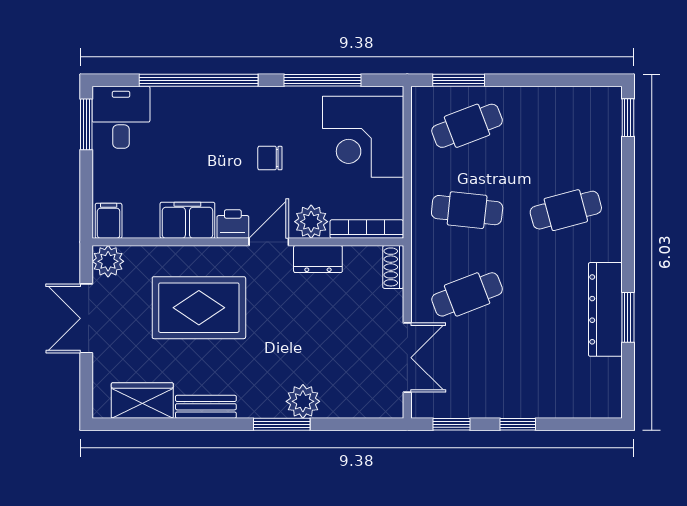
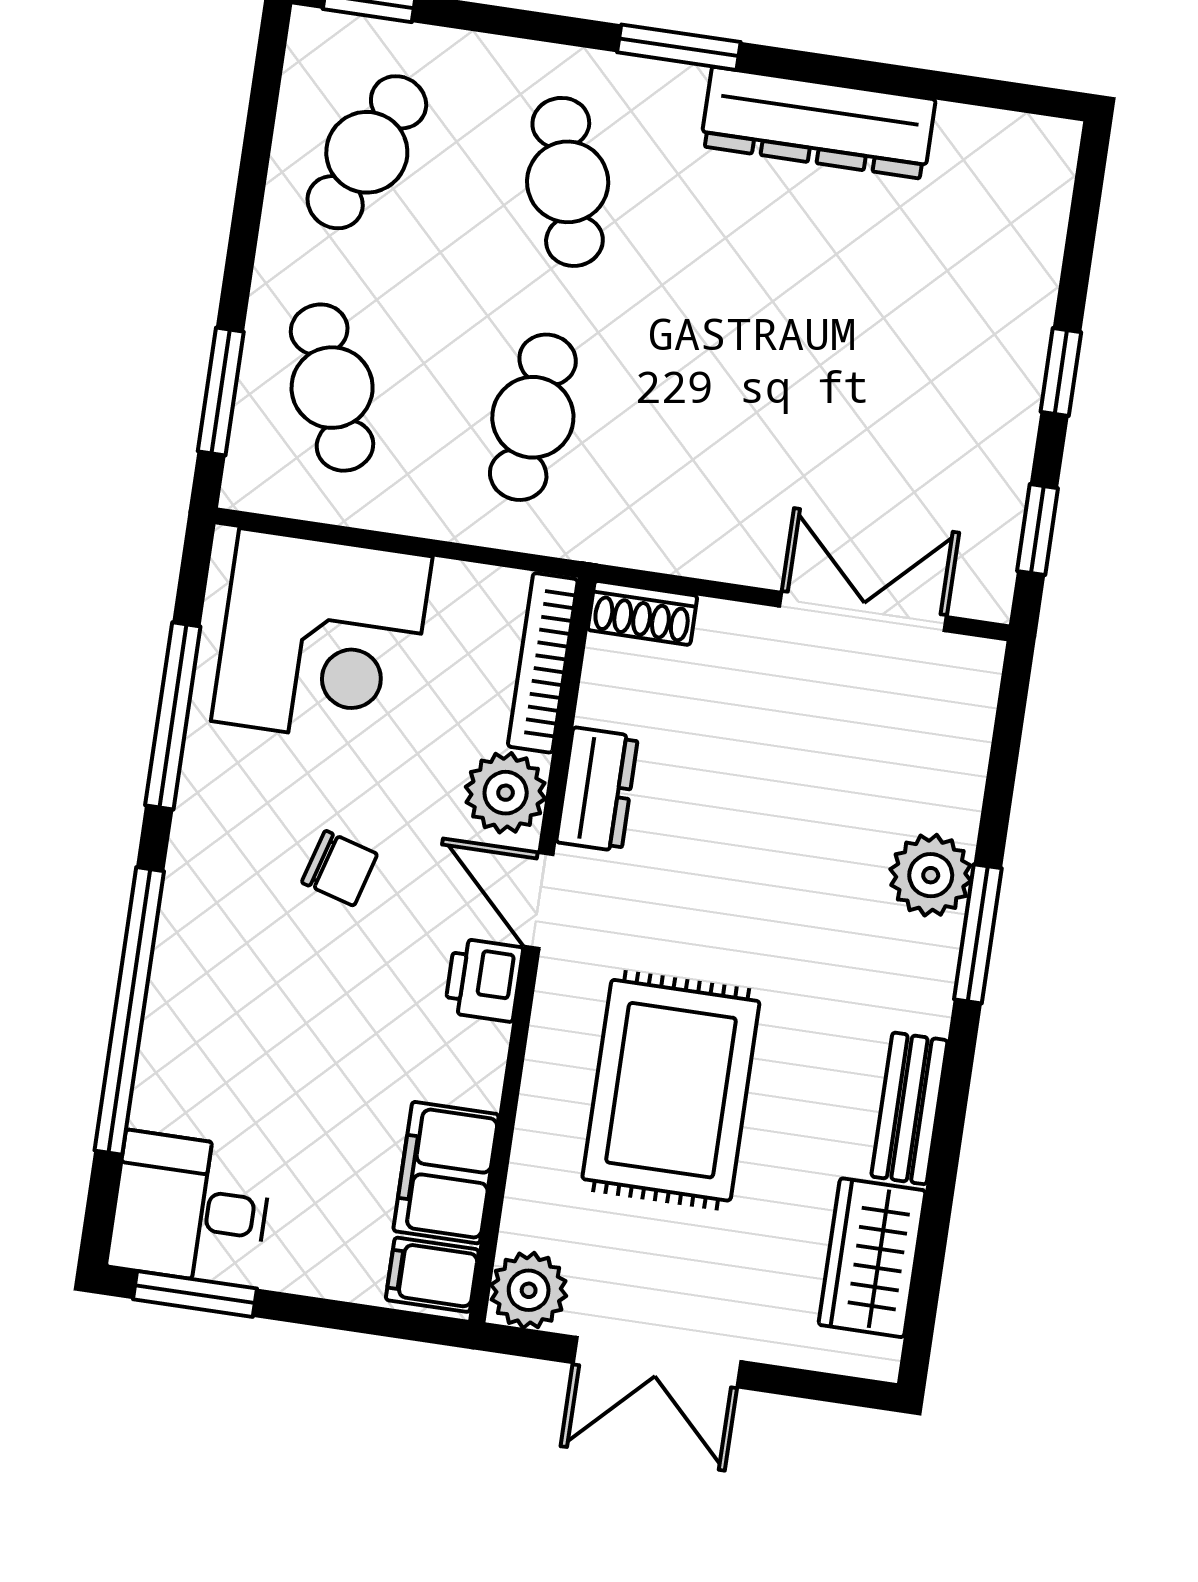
chair: (270, 158) -> (340, 868), turned -74
filing cabinet: (187, 220) -> (446, 1173), moved
cafe table: (467, 294) -> (367, 152), moved, turned 45
window: (628, 317) -> (679, 47), moved

